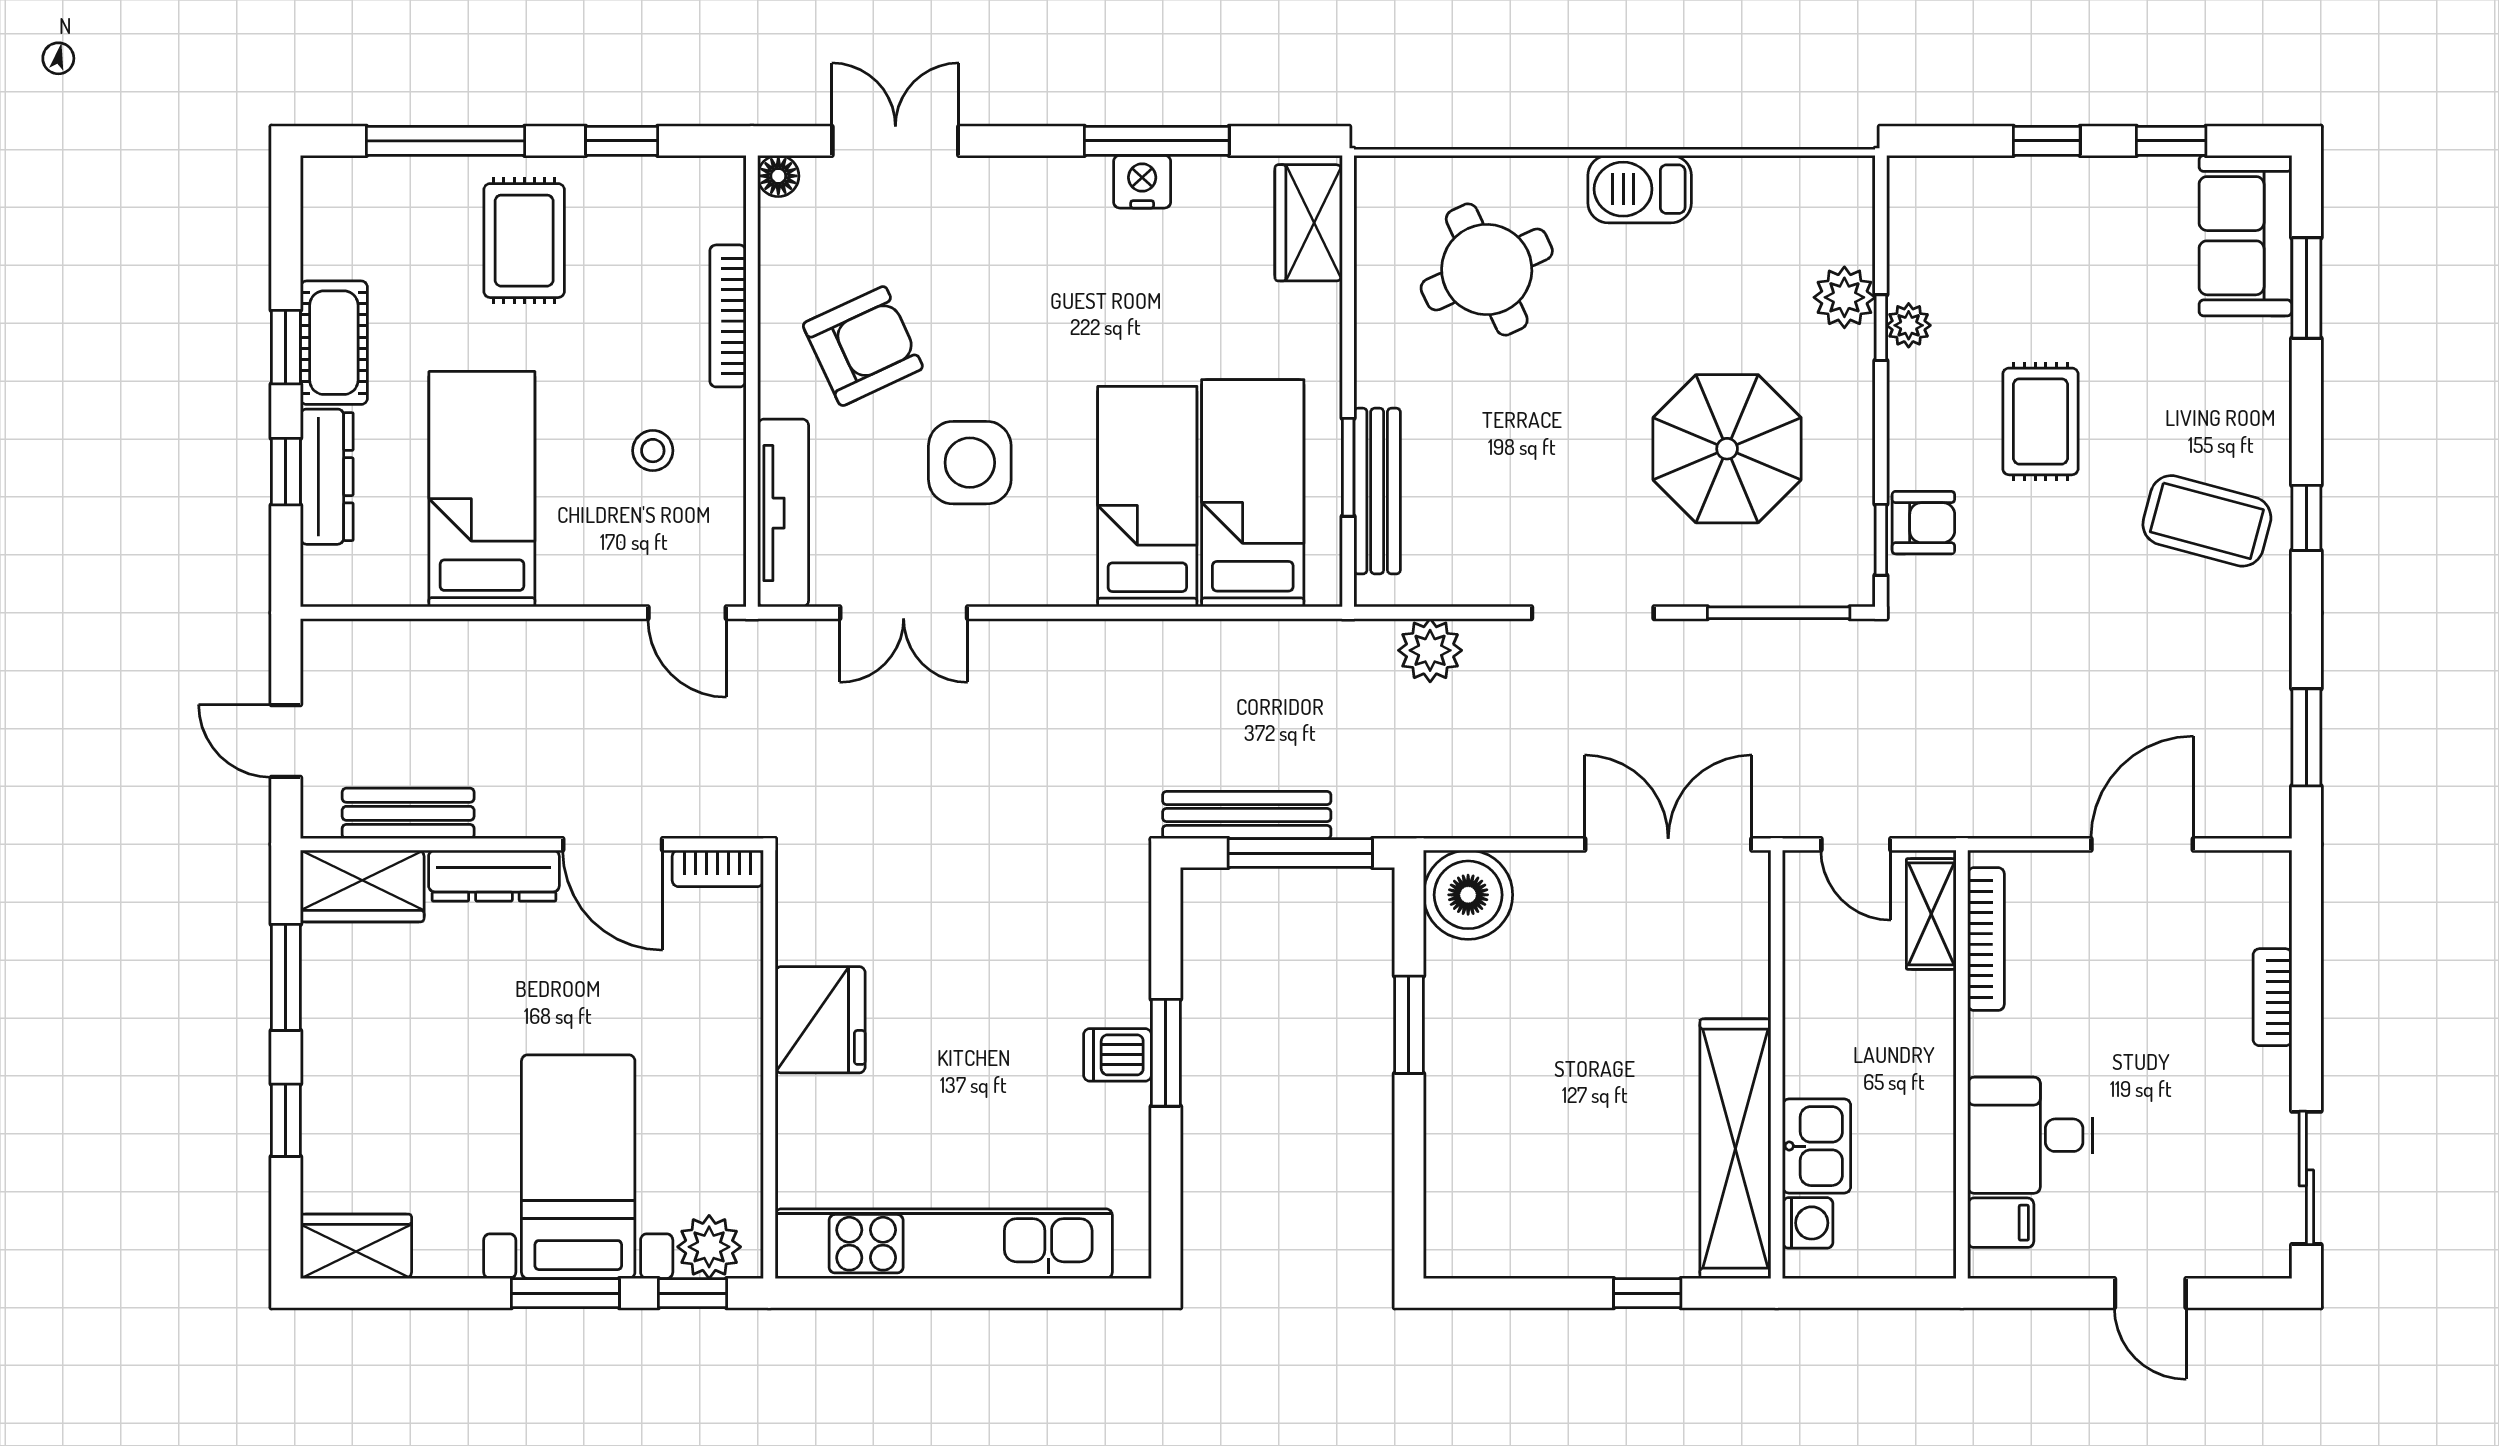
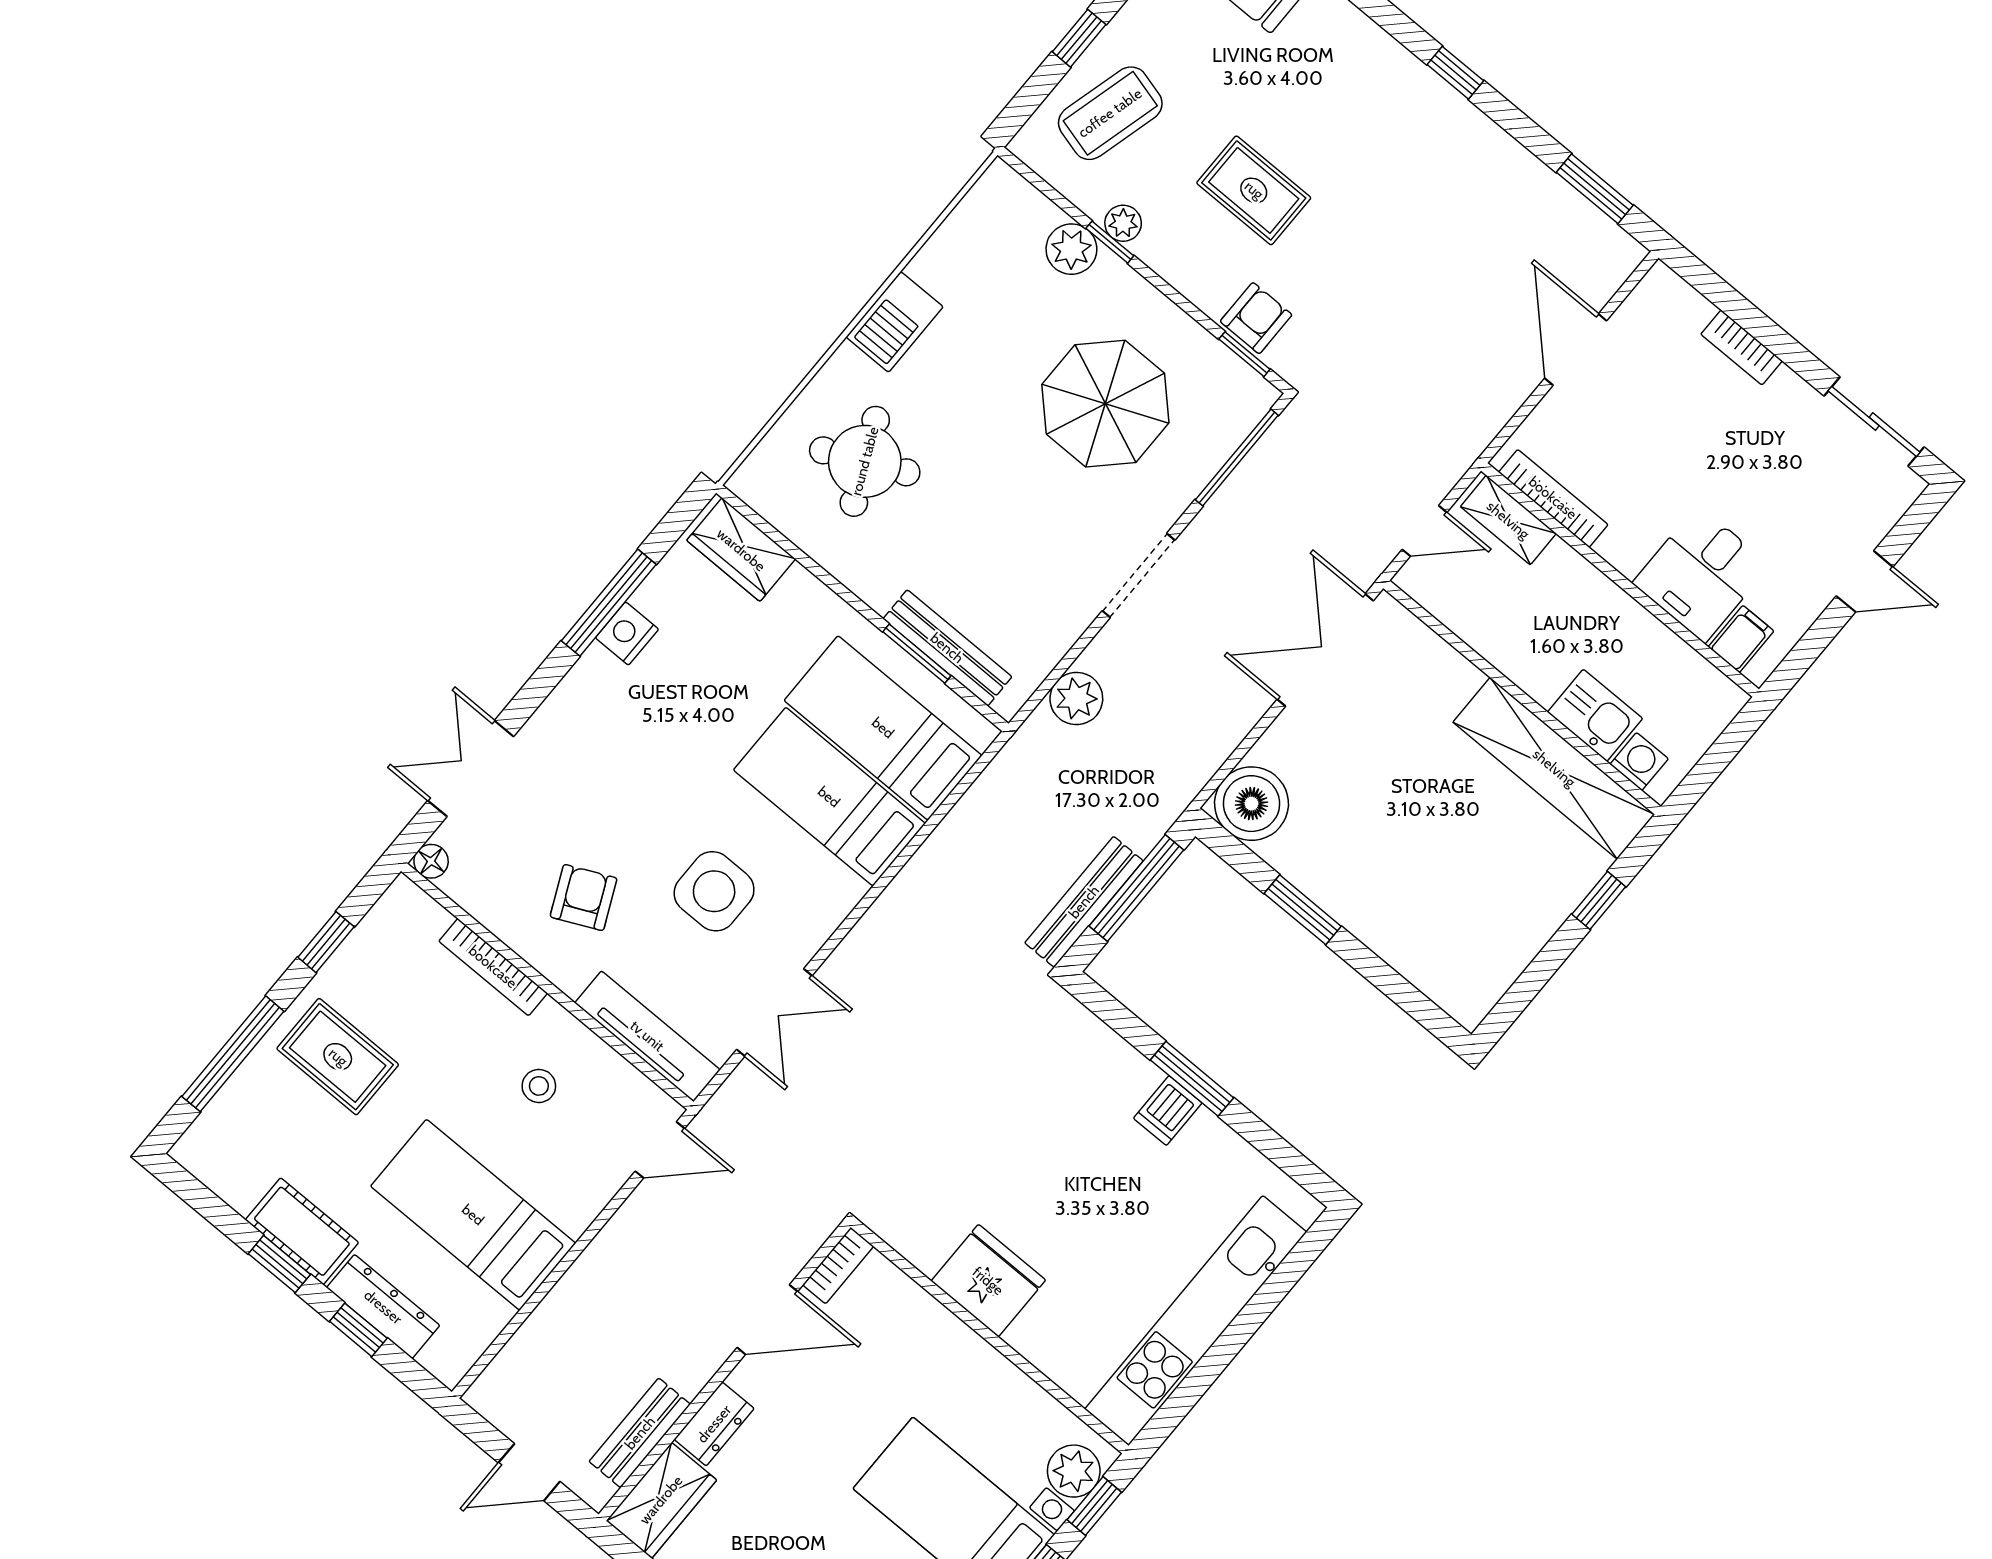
armchair: (863, 346) -> (584, 897), width x0.72, depth x0.72
coffee table: (2207, 521) -> (1110, 113), moved
dresser: (494, 876) -> (714, 1424), width x0.70

